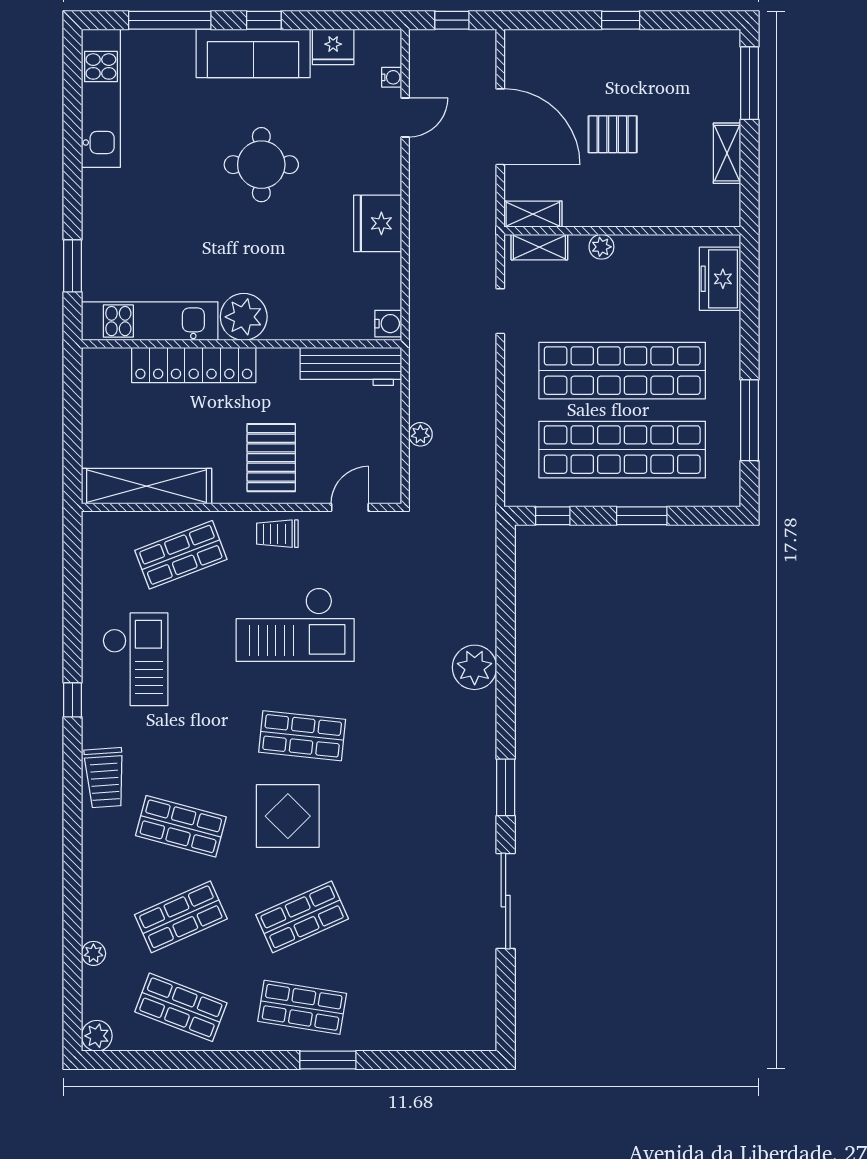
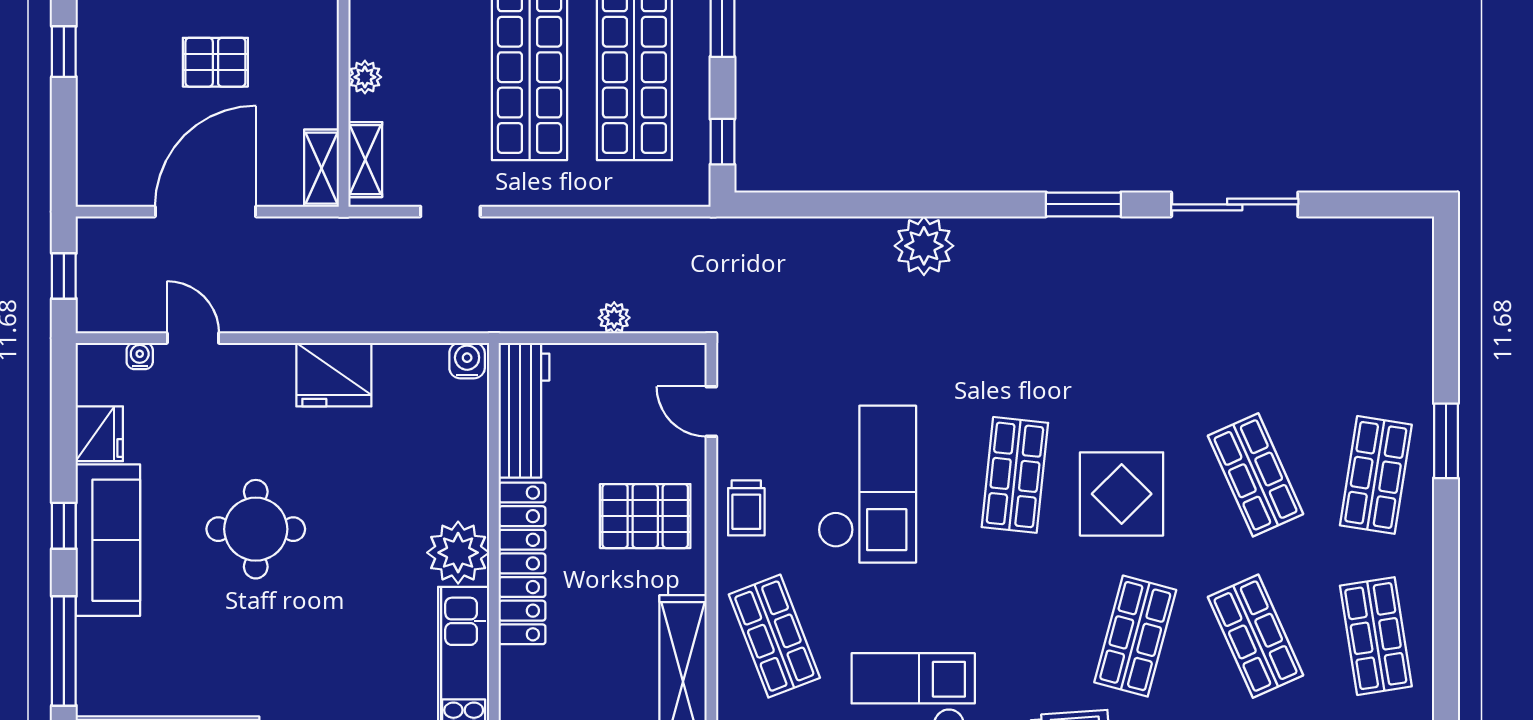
pallet: (613, 134) -> (215, 62), turned 90
locker: (194, 365) -> (522, 563), moved
shop shelf: (181, 1007) -> (1376, 636), turned -30

